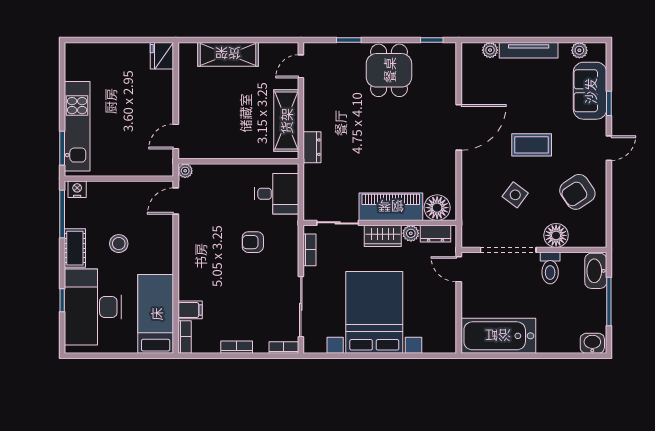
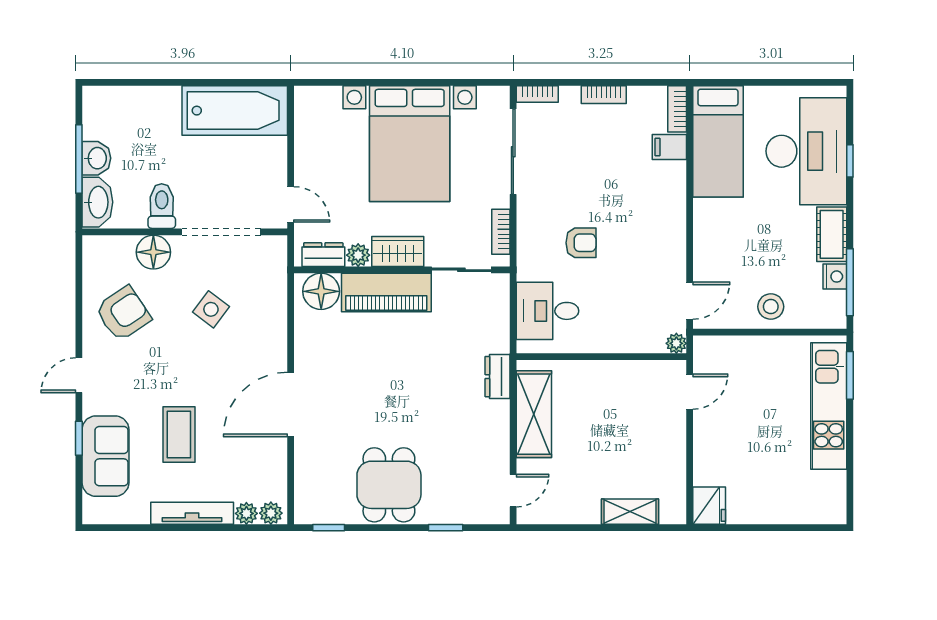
plant: (579, 50) -> (271, 513), moved
shelving: (228, 54) -> (630, 512), width x0.67, depth x0.75
coffee table: (532, 145) -> (179, 434), moved, turned 90
nightstand: (77, 189) -> (835, 277), moved, turned -90
stool: (119, 244) -> (771, 307), moved
washbasin: (592, 343) -> (96, 158), moved, turned -90

